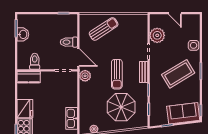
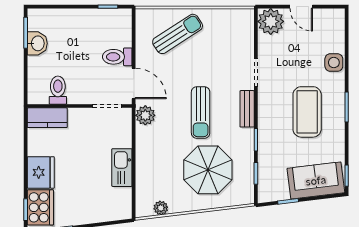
plant: (157, 35) -> (271, 21), moved
coffee table: (178, 74) -> (307, 112), turned -59
kitchen sink: (72, 118) -> (122, 168), moved

